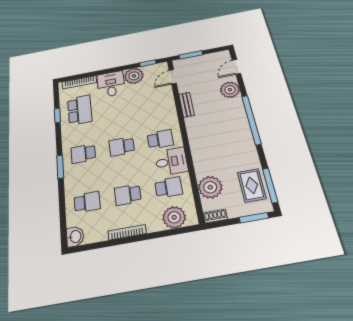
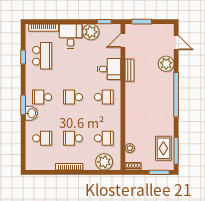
door: (236, 67) -> (176, 43), swing flipped
desk: (171, 161) -> (109, 69), moved
plant: (210, 187) -> (130, 148), width x0.53, depth x0.53
washbasin: (75, 237) -> (31, 113), moved

